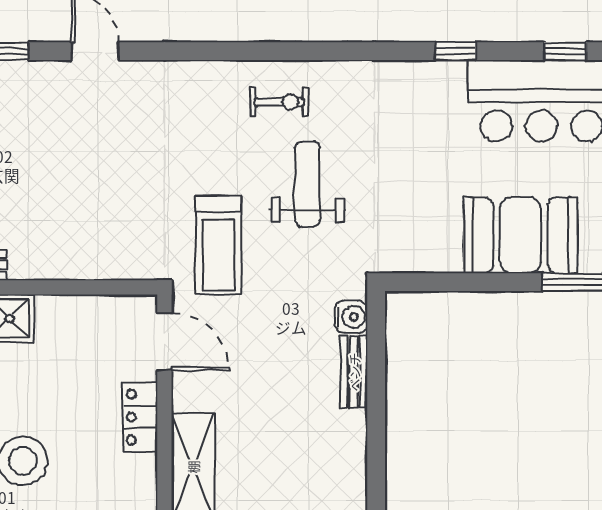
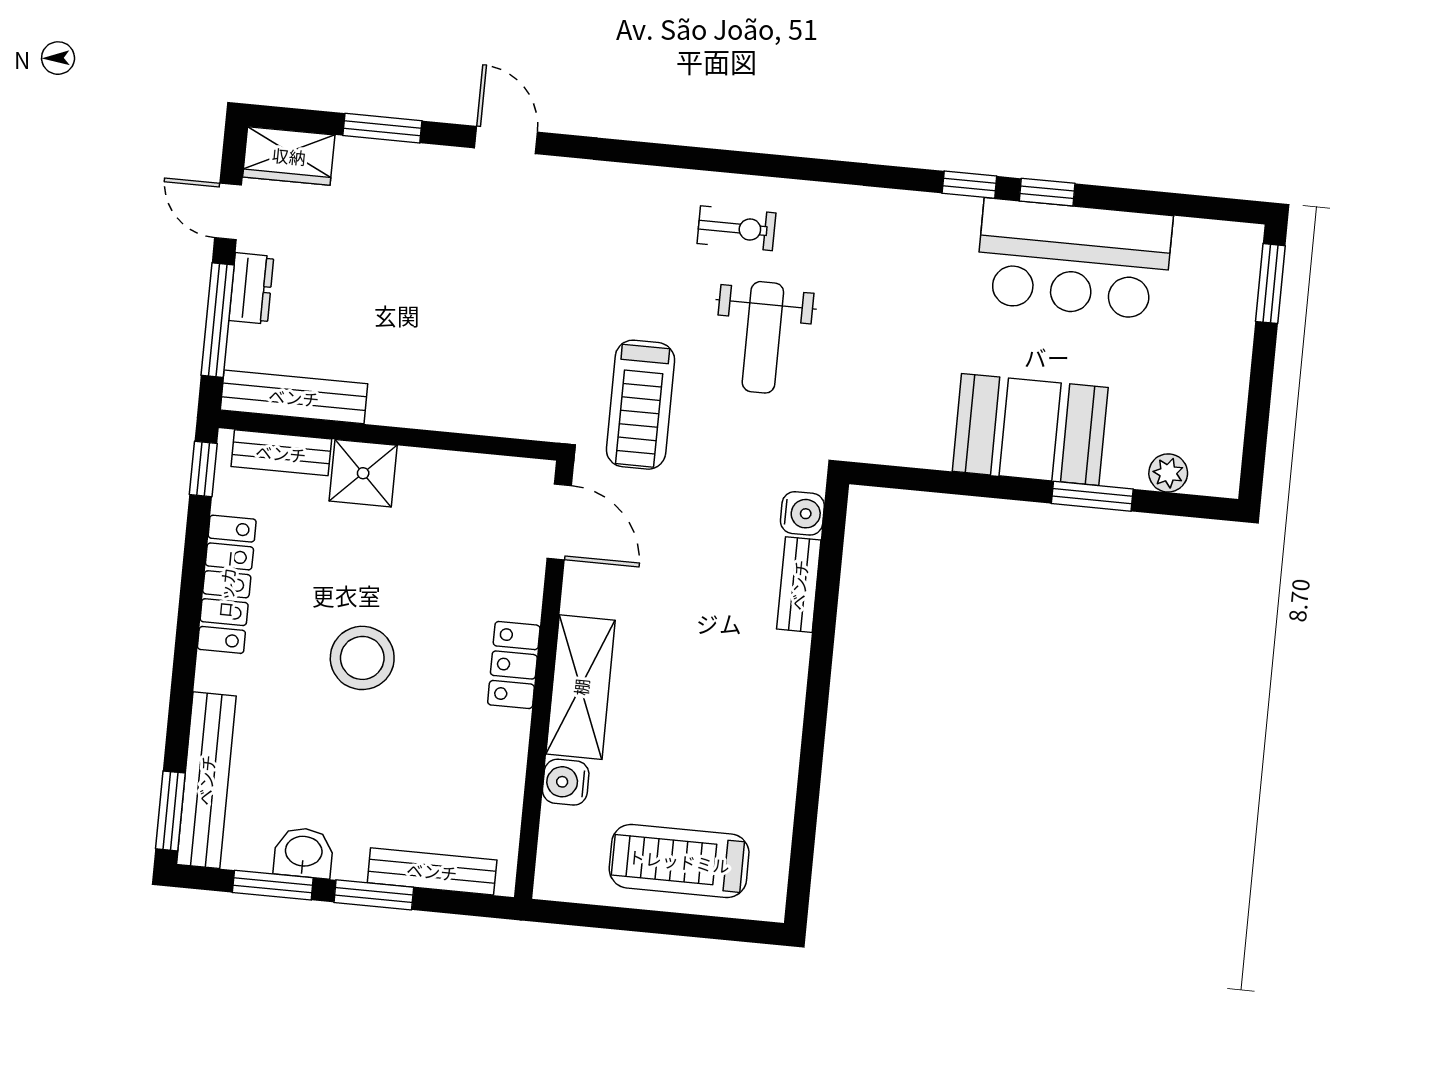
window: (565, 51) -> (1047, 192), moved
weight bench: (308, 184) -> (763, 337), turned 180
locker: (140, 417) -> (514, 665), moved

